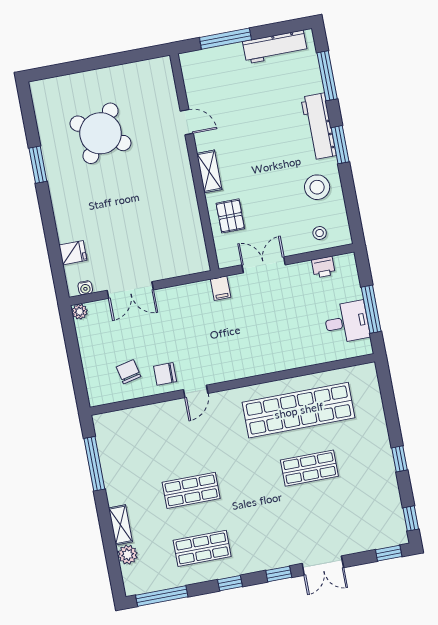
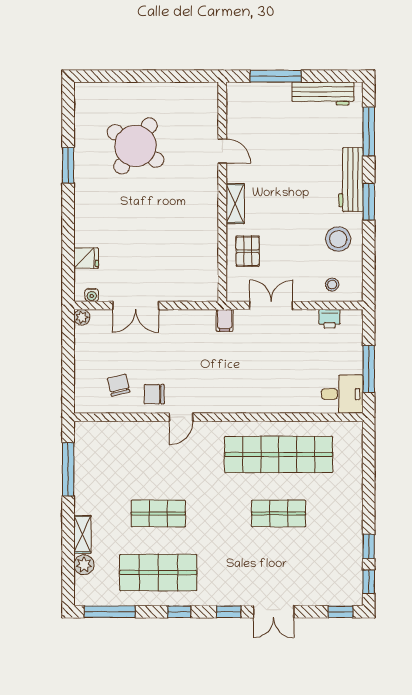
desk: (347, 322) -> (342, 394), moved
window: (399, 459) -> (369, 547), moved
shop shelf: (202, 548) -> (158, 573), width x1.43, depth x1.36

